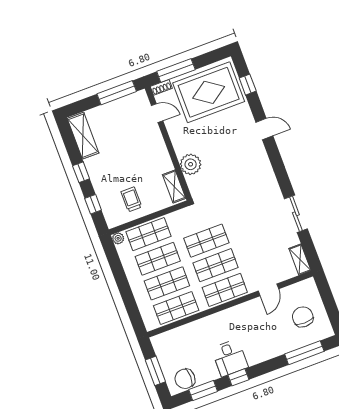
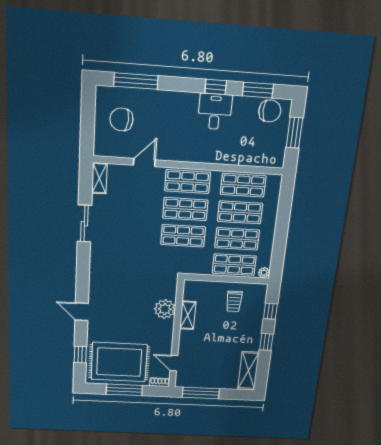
window: (176, 70) -> (124, 390), moved
shelving: (174, 186) -> (188, 315), moved
chair: (303, 317) -> (121, 119), turned 95

